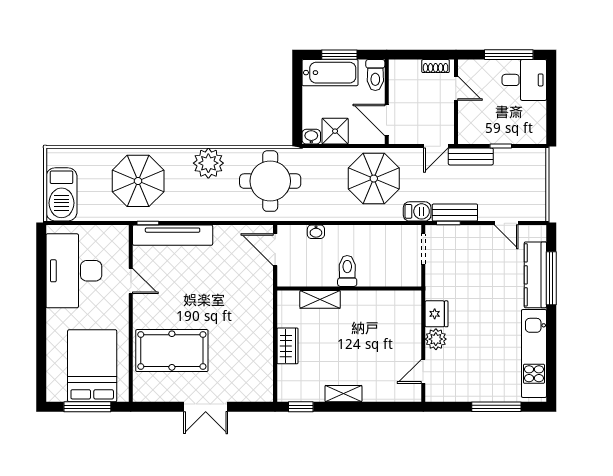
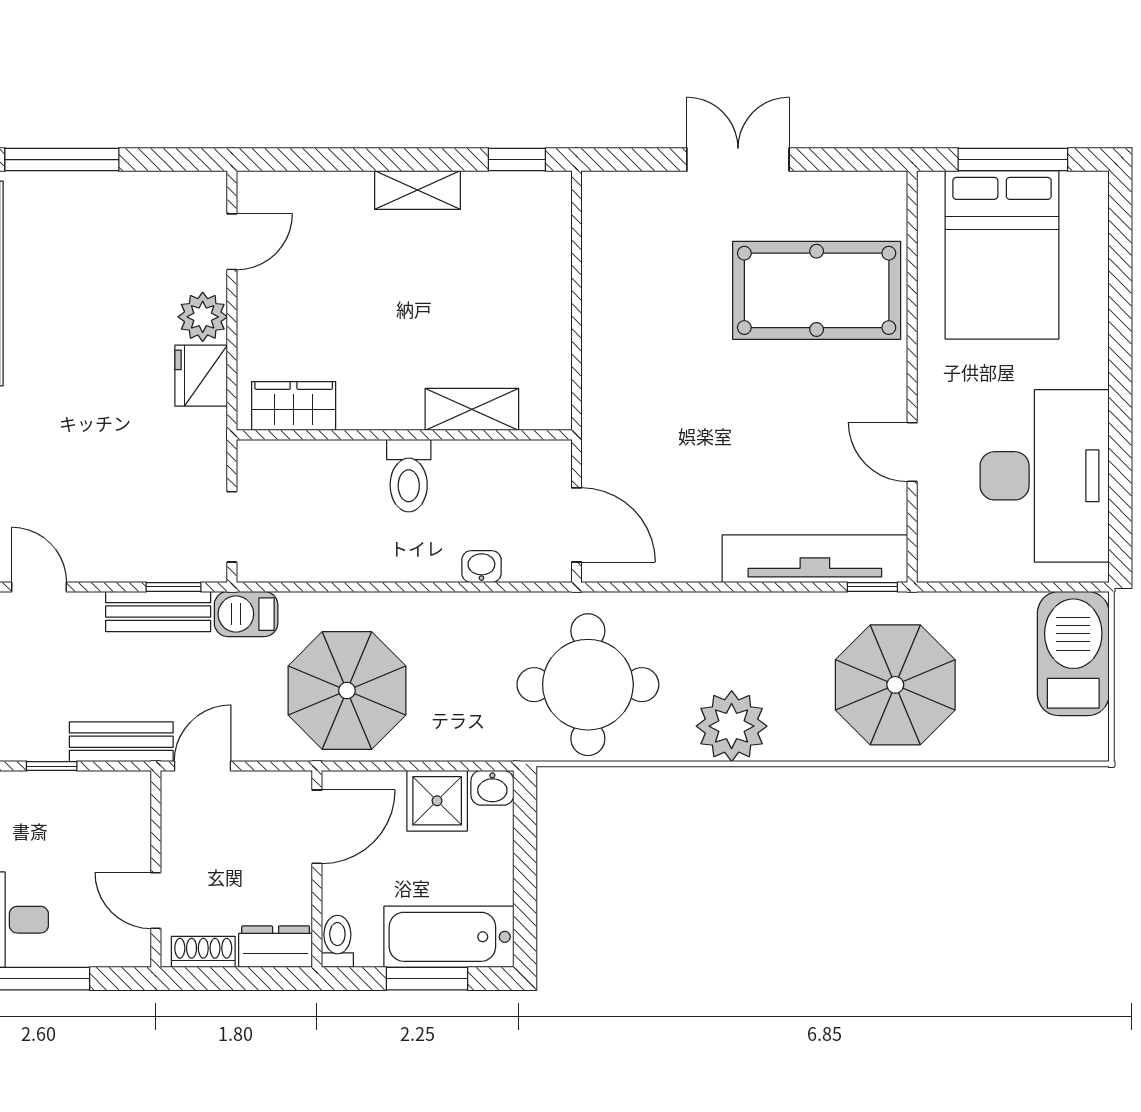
dresser: (404, 68) -> (276, 947), added
toilet: (375, 75) -> (337, 941), width x0.73, depth x0.72
door: (387, 120) -> (317, 827), hinge flipped
wardrobe: (287, 346) -> (294, 406), moved, turned 90

